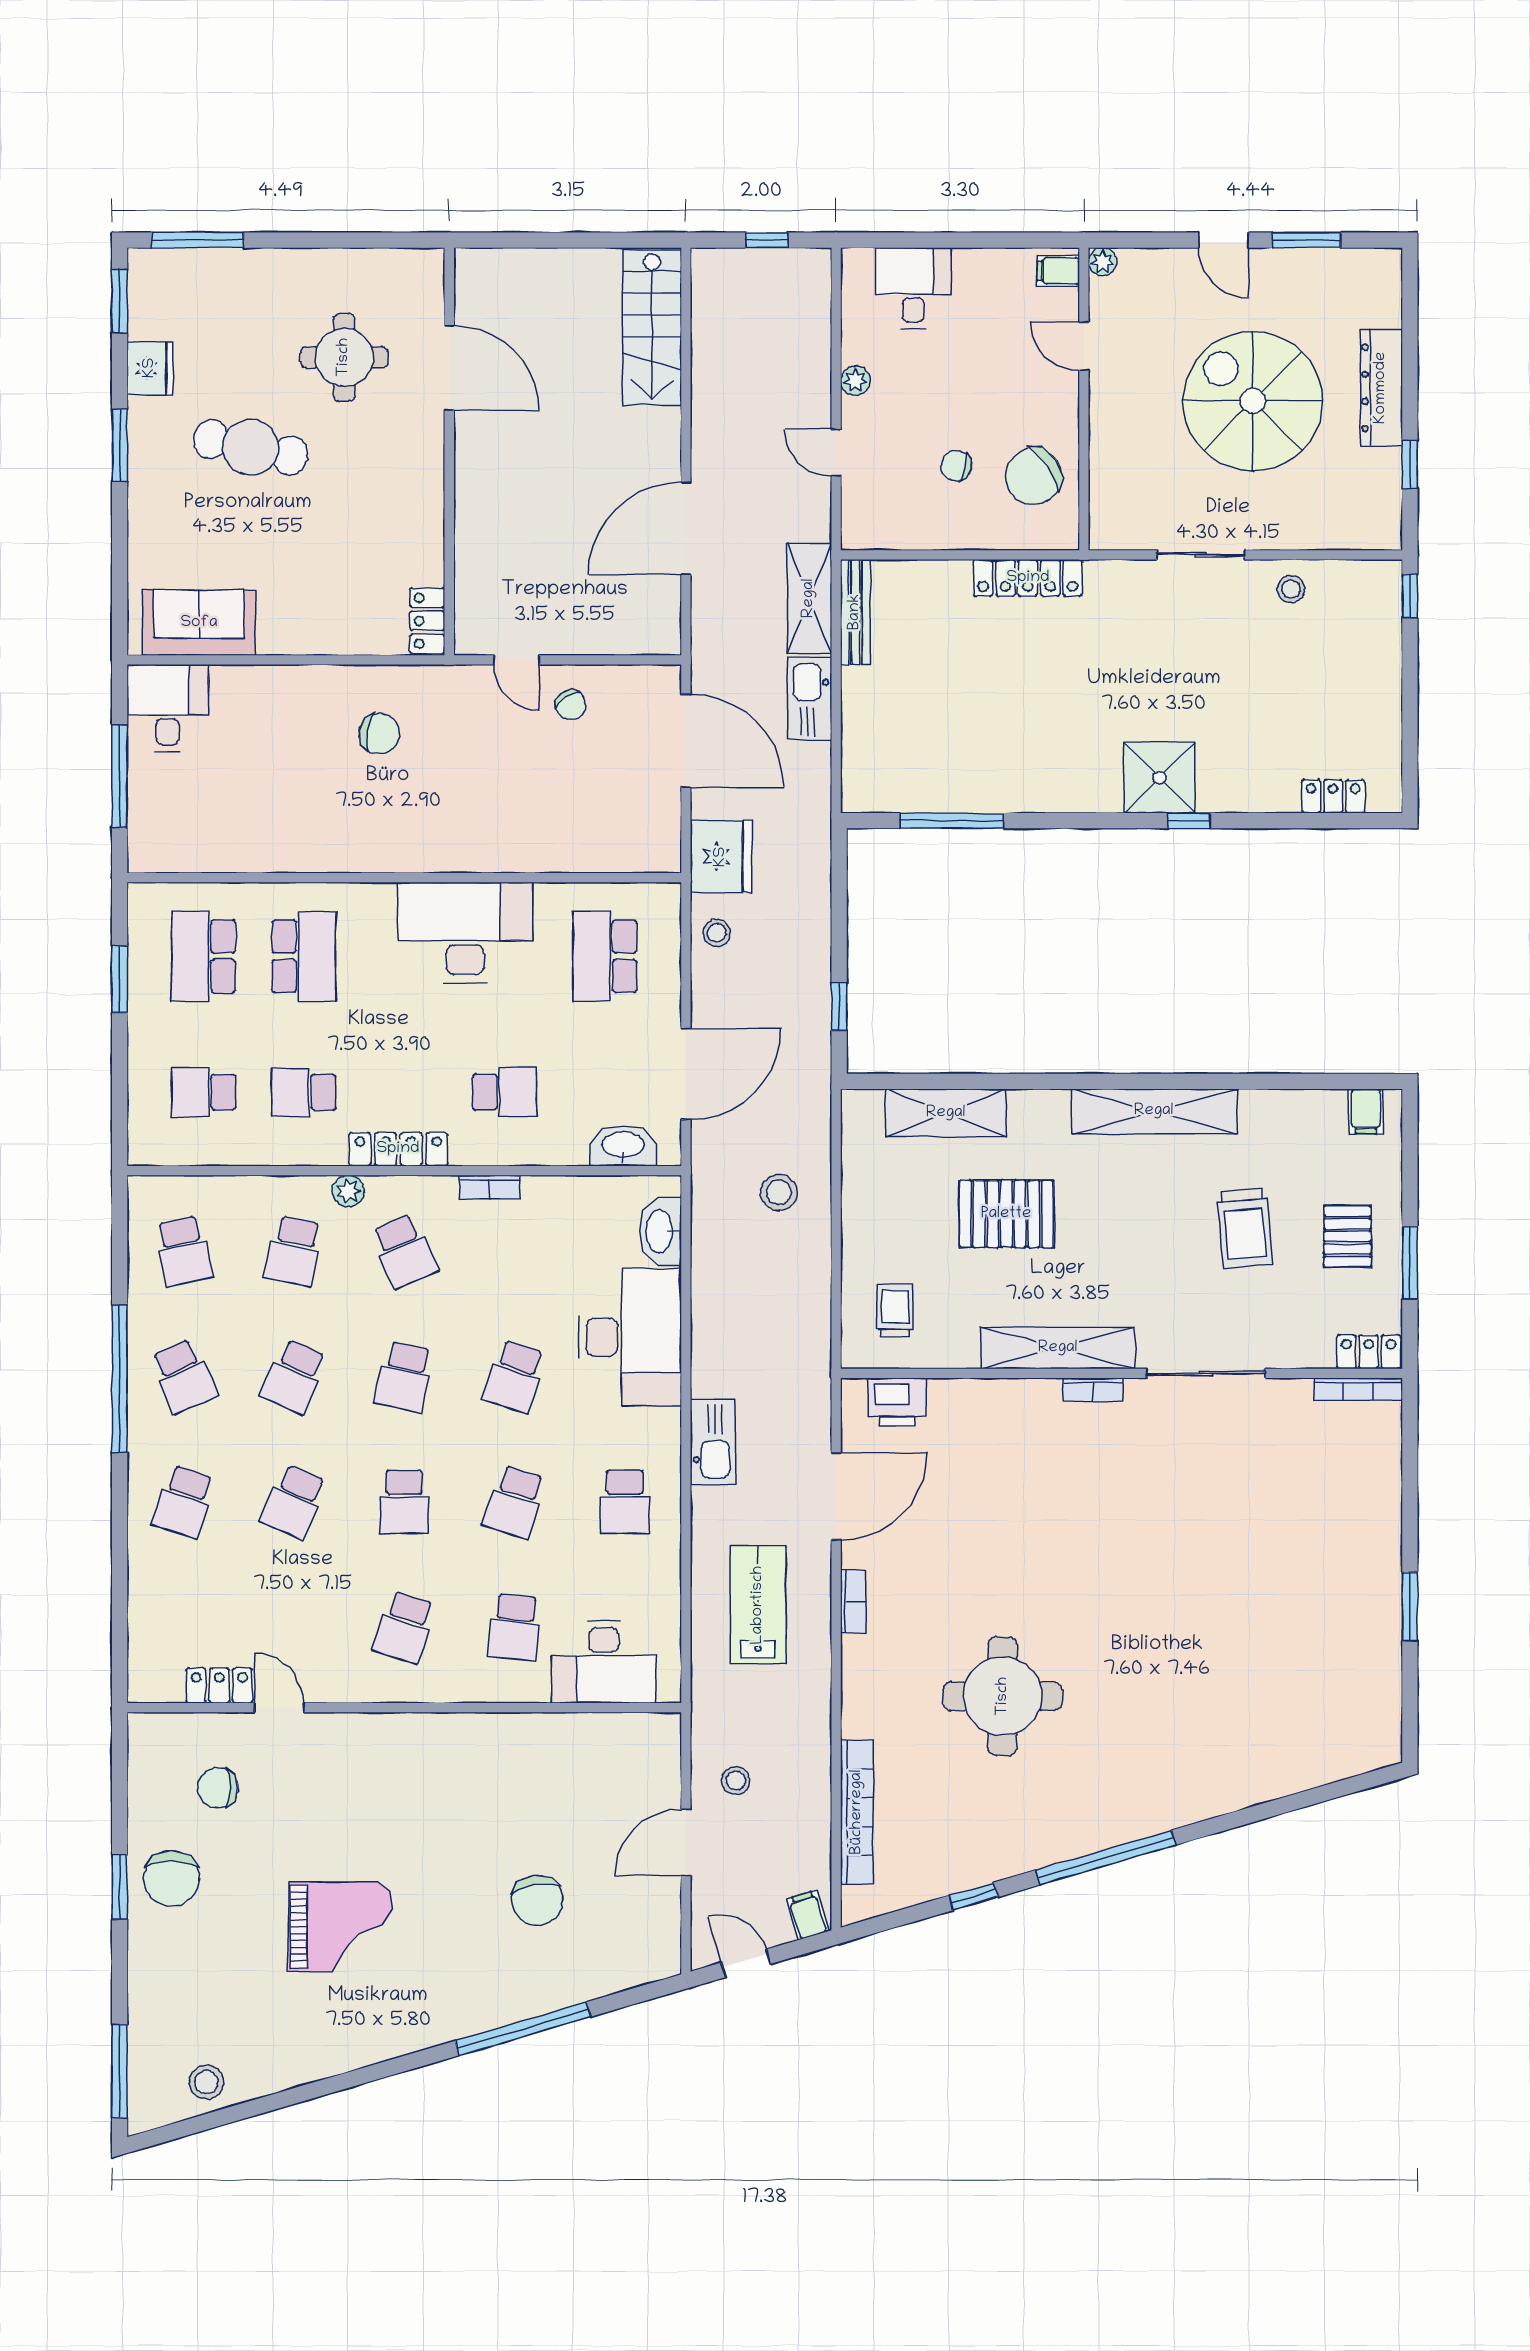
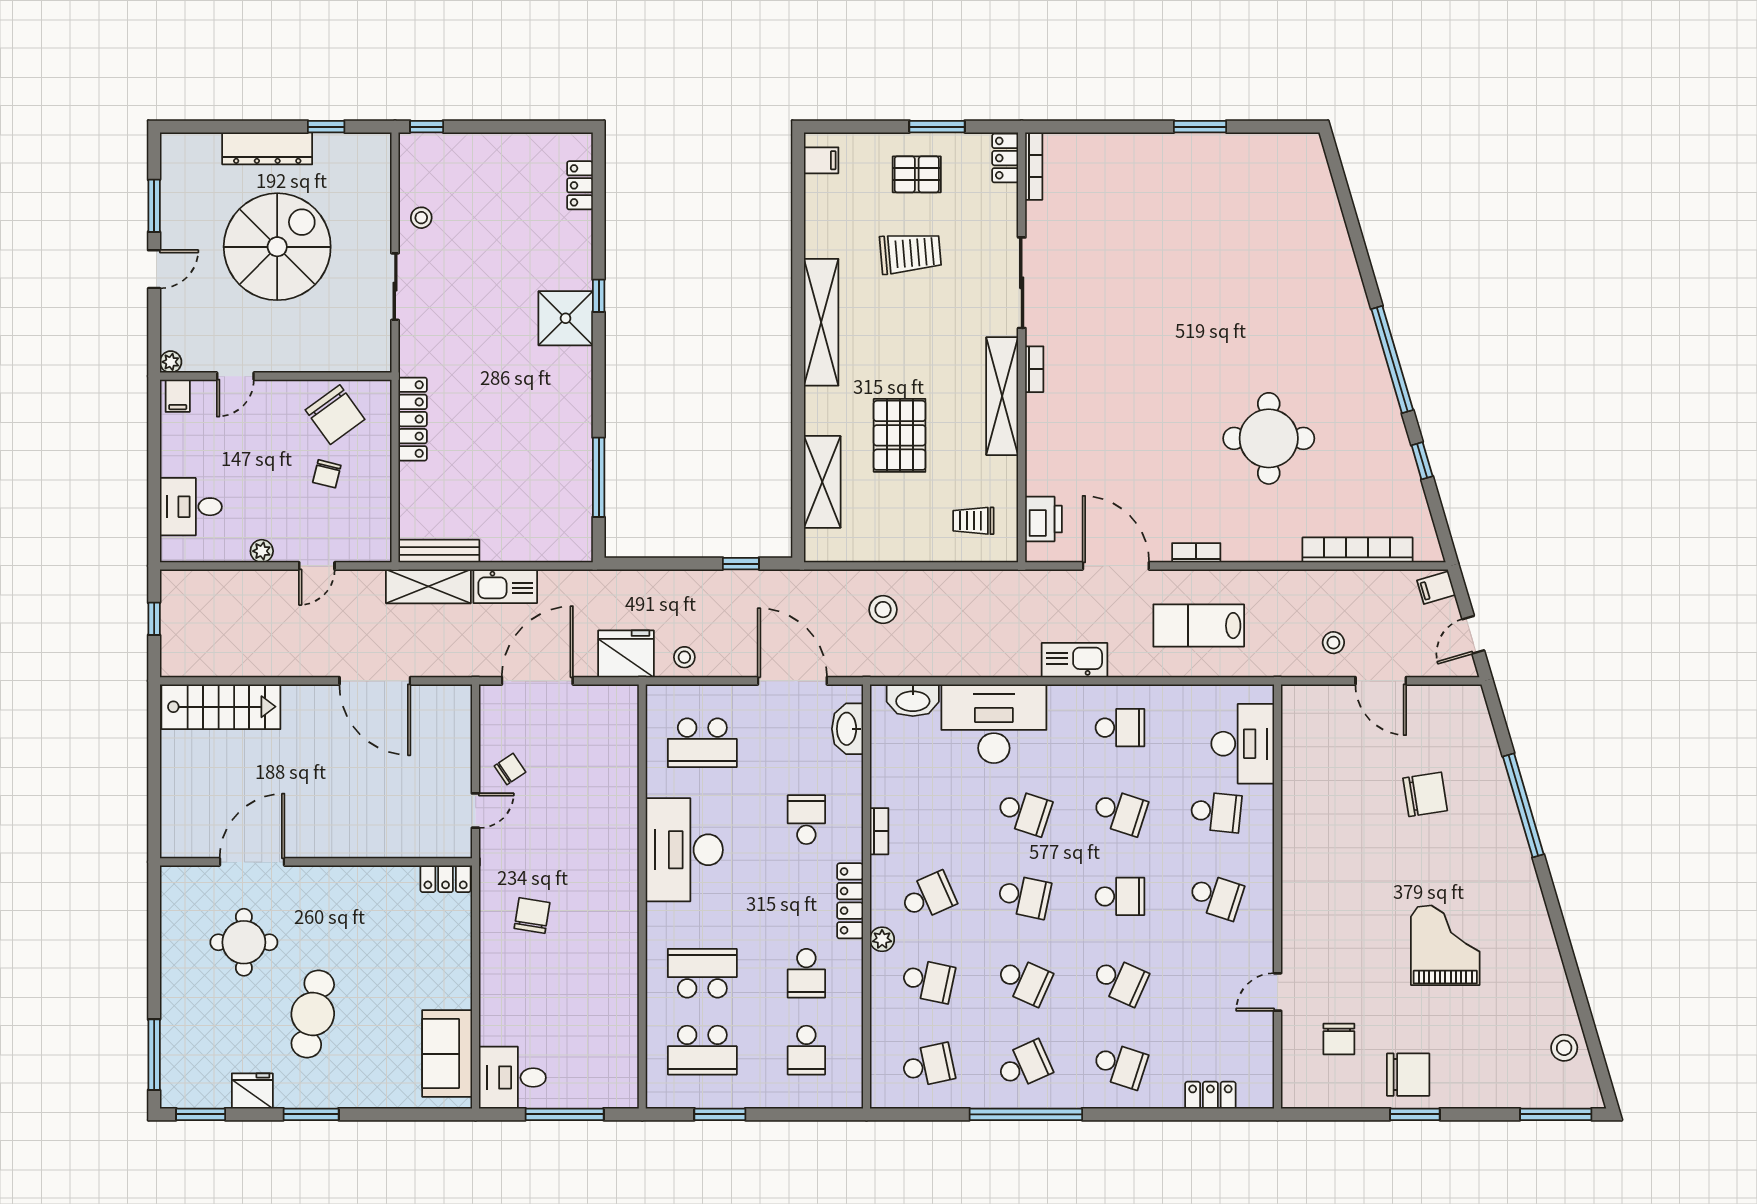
spiral stairs: (1253, 401) -> (277, 247), turned 180
locker: (219, 1686) -> (1210, 1095), moved, turned 90

